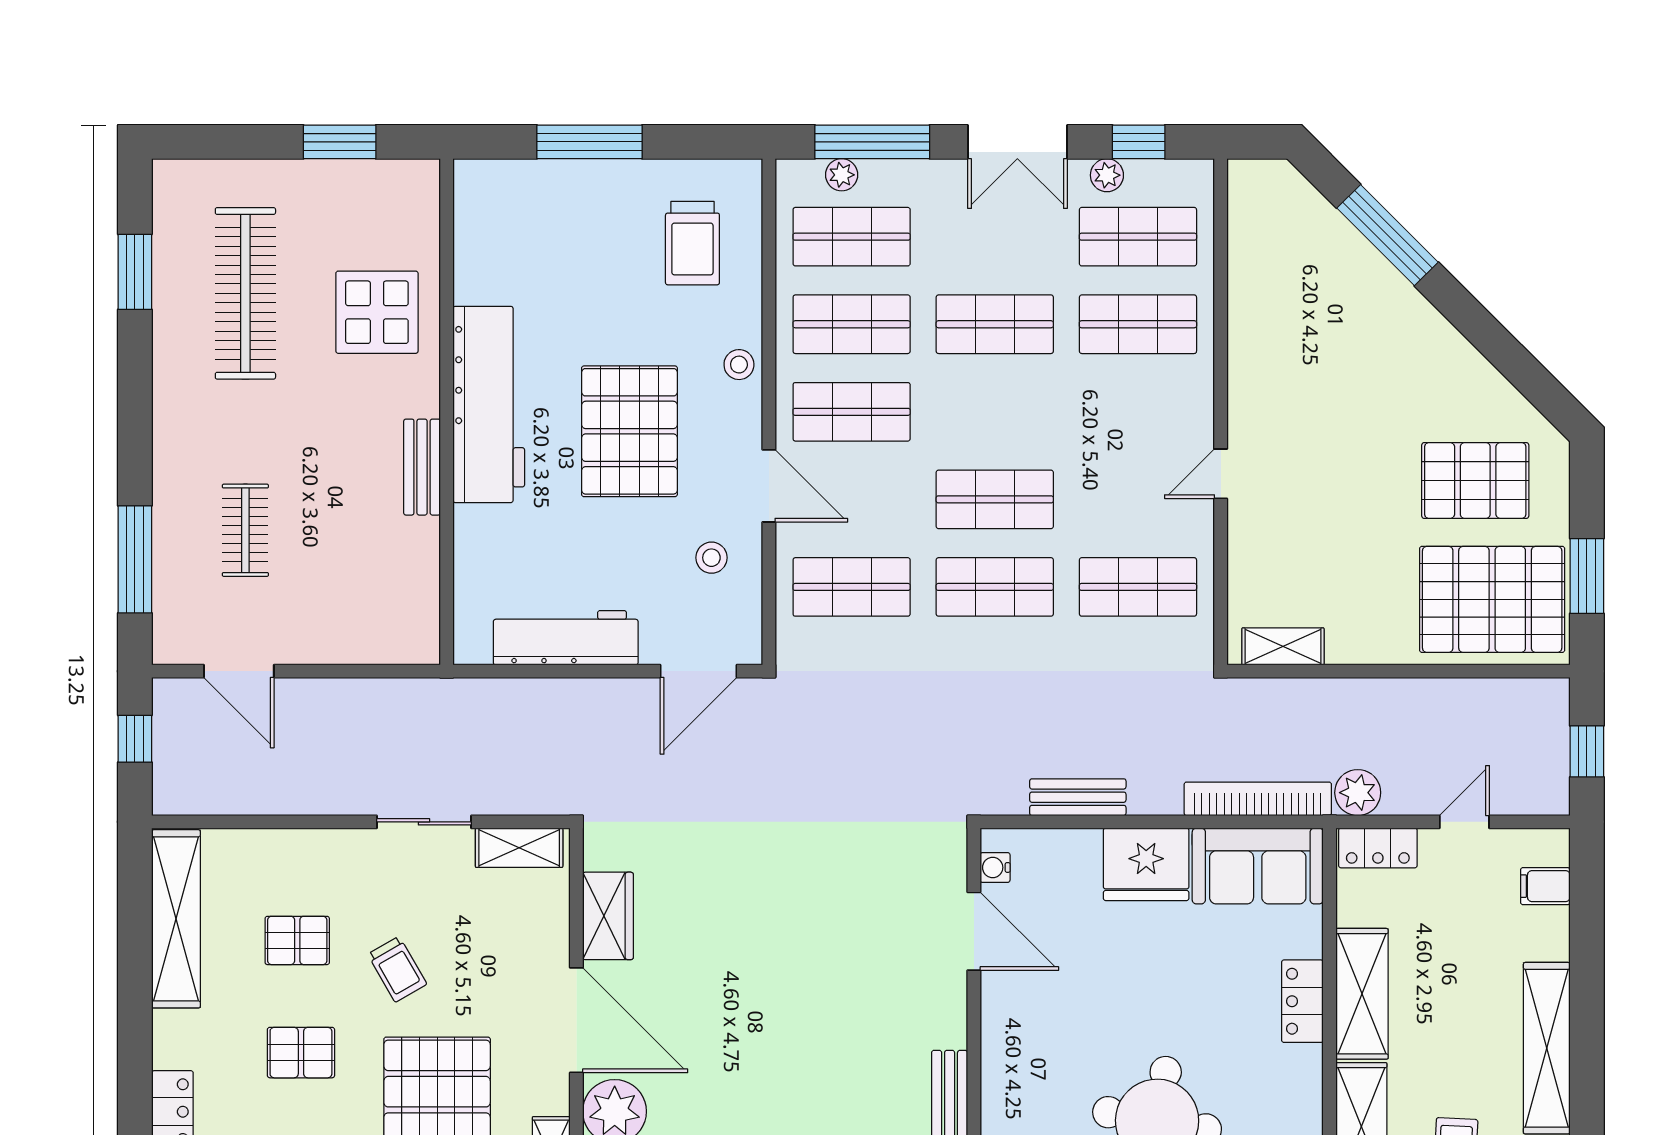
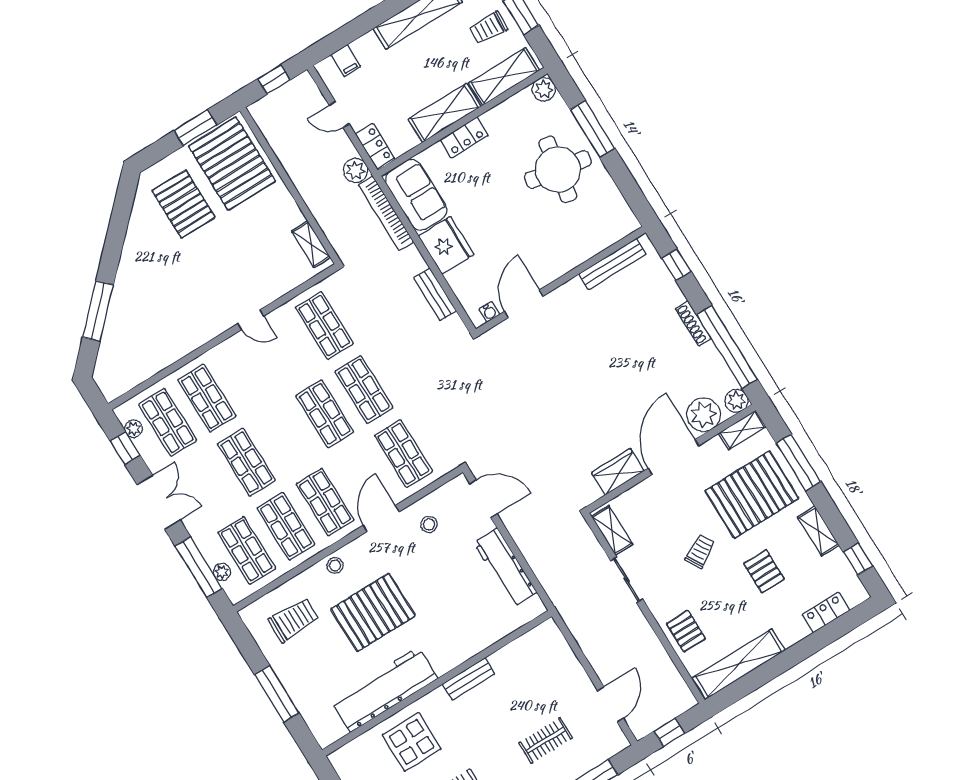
plant: (1107, 175) -> (134, 429), moved
workbench: (489, 404) -> (384, 690), moved
pallet: (629, 431) -> (373, 612), moved
pallet: (297, 940) -> (686, 631), moved

